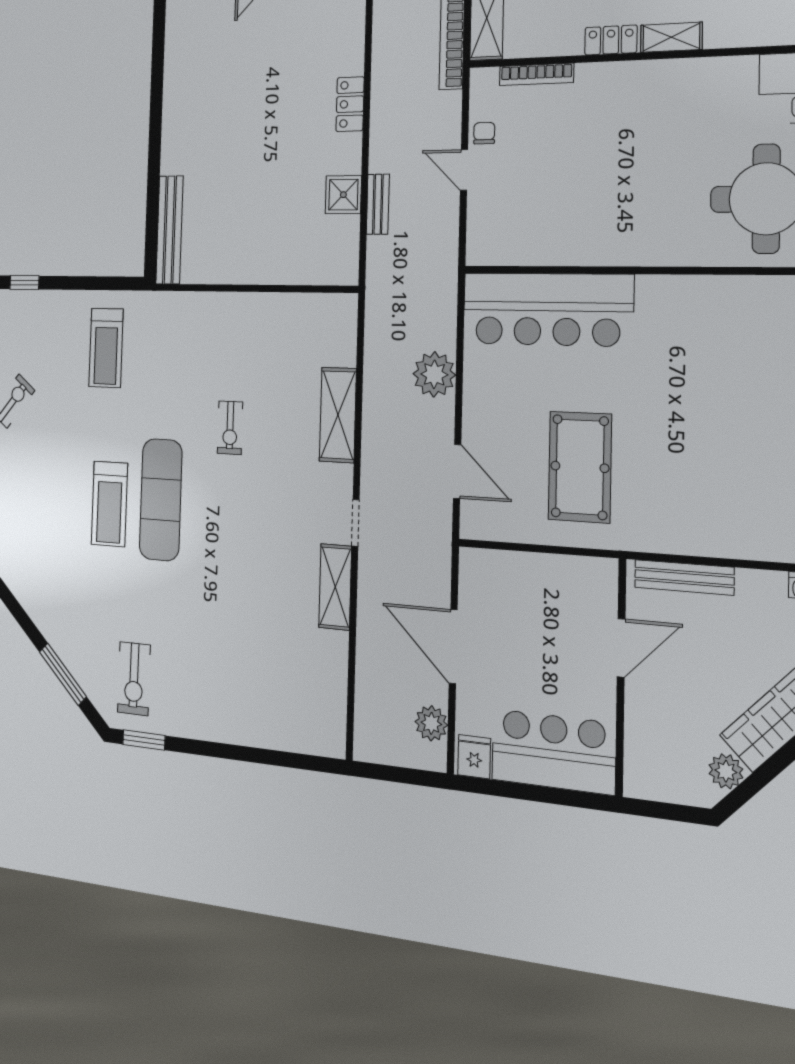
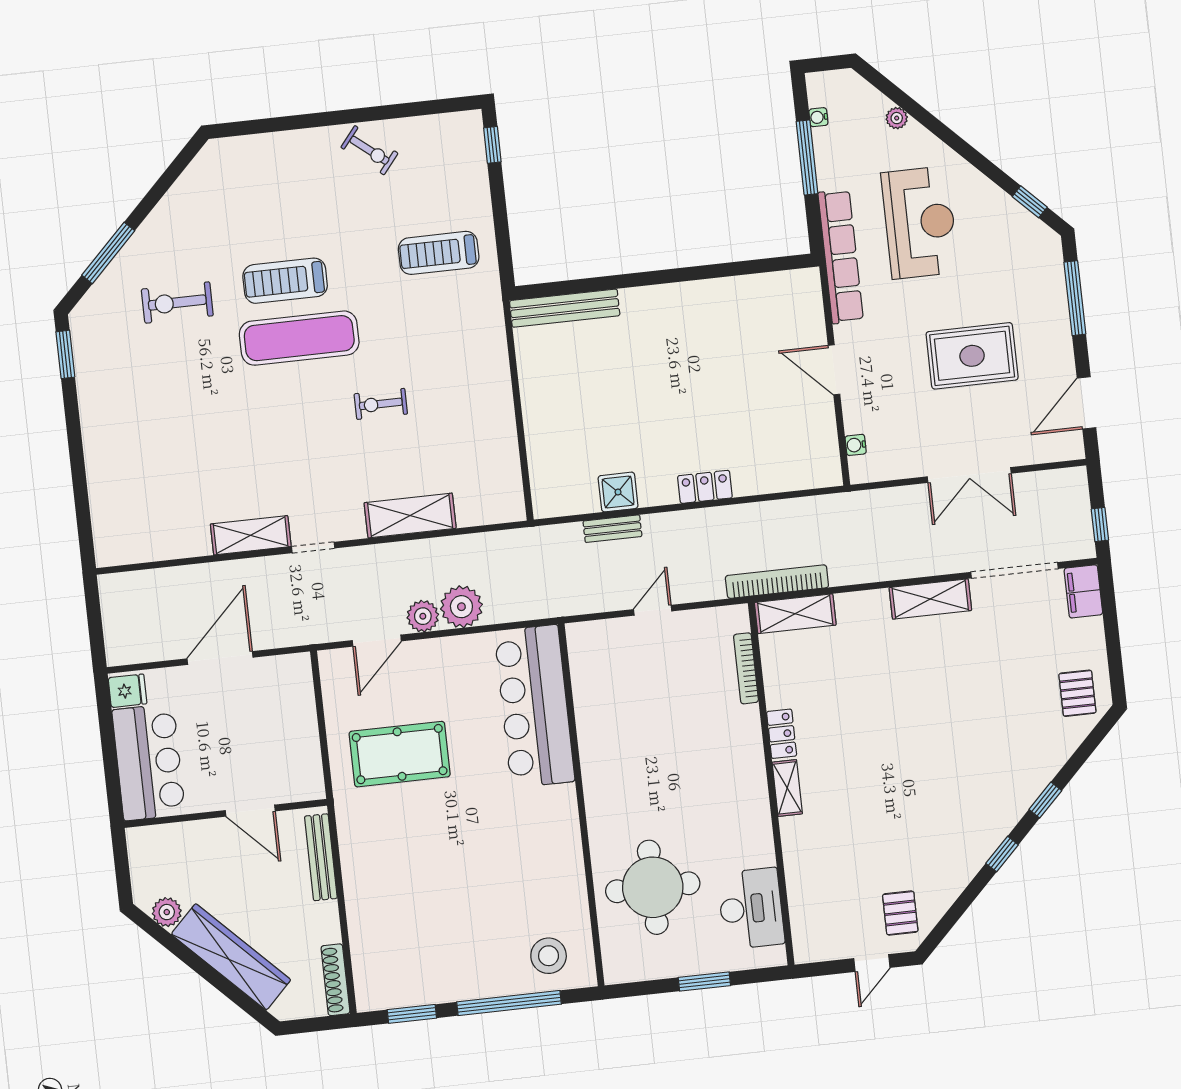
chair: (484, 133) -> (688, 625), removed
exercise bike: (134, 679) -> (177, 302), moved
plant: (431, 723) -> (423, 616), moved

